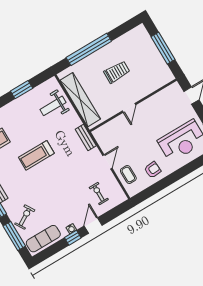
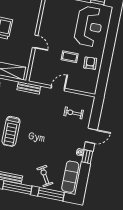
door: (107, 162) -> (58, 88), hinge flipped
coffee table: (128, 174) -> (70, 57), moved
door: (93, 226) -> (91, 136), swing flipped

